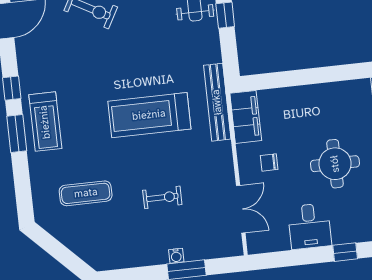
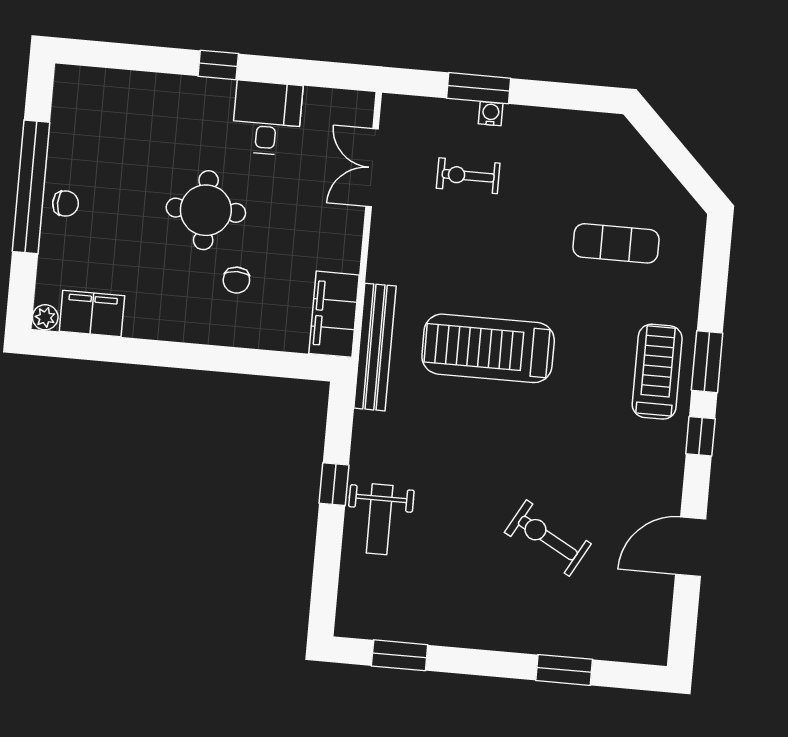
treadmill: (149, 115) -> (488, 348), turned 180
chair: (269, 162) -> (236, 280), moved, turned 90
exercise bike: (162, 197) -> (468, 176), moved

